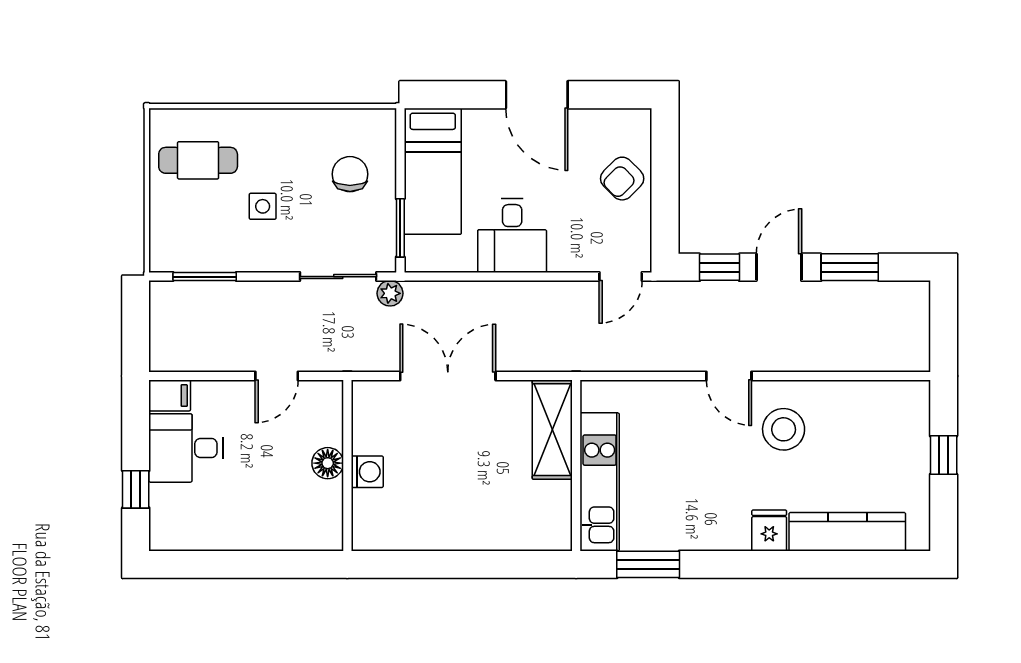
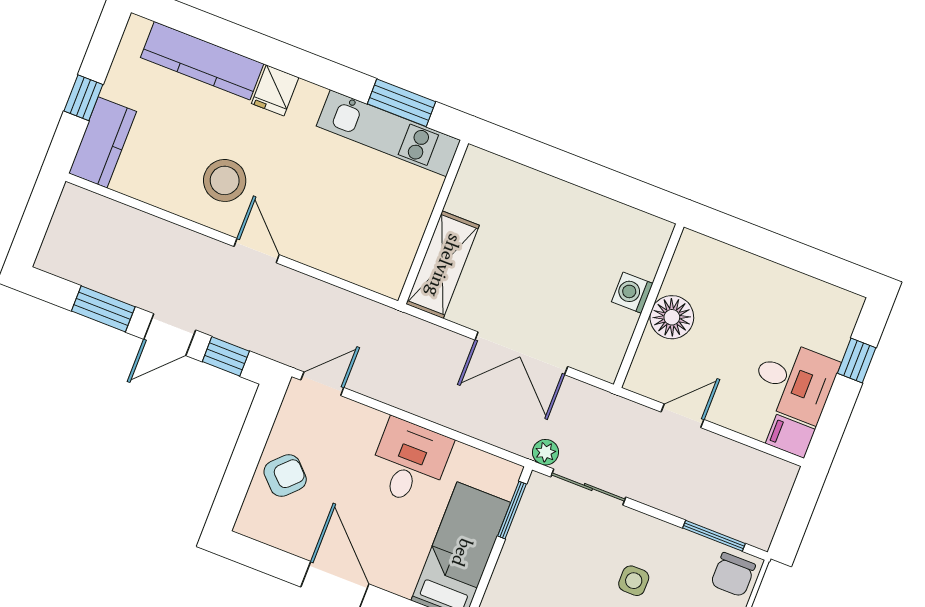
chair: (350, 174) -> (733, 575), moved
kitchen counter: (910, 421) -> (103, 142), added
floor lamp: (328, 463) -> (672, 317), width x1.38, depth x1.38
kitchen unit: (600, 482) -> (388, 133), moved, turned -90

